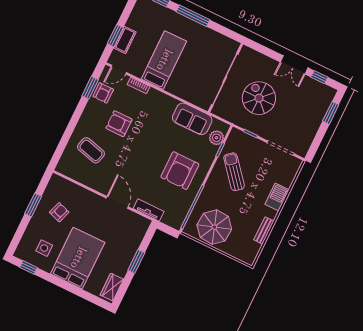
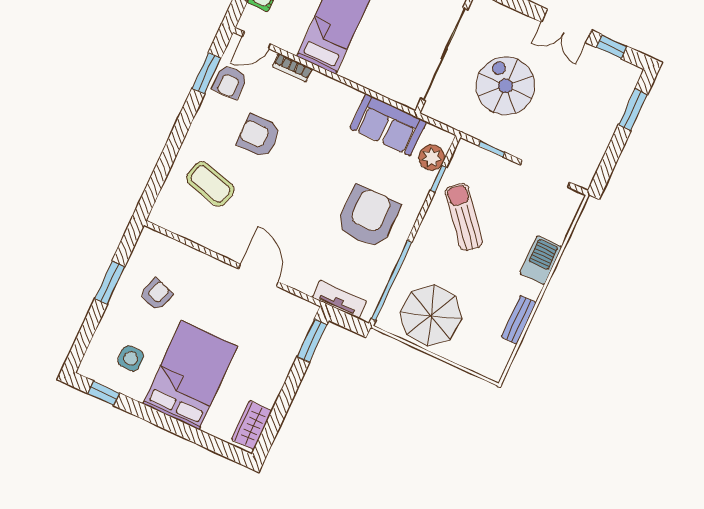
armchair: (180, 171) -> (368, 217), turned 180
tv unit: (149, 210) -> (339, 299), moved
window: (136, 262) -> (312, 340), moved

